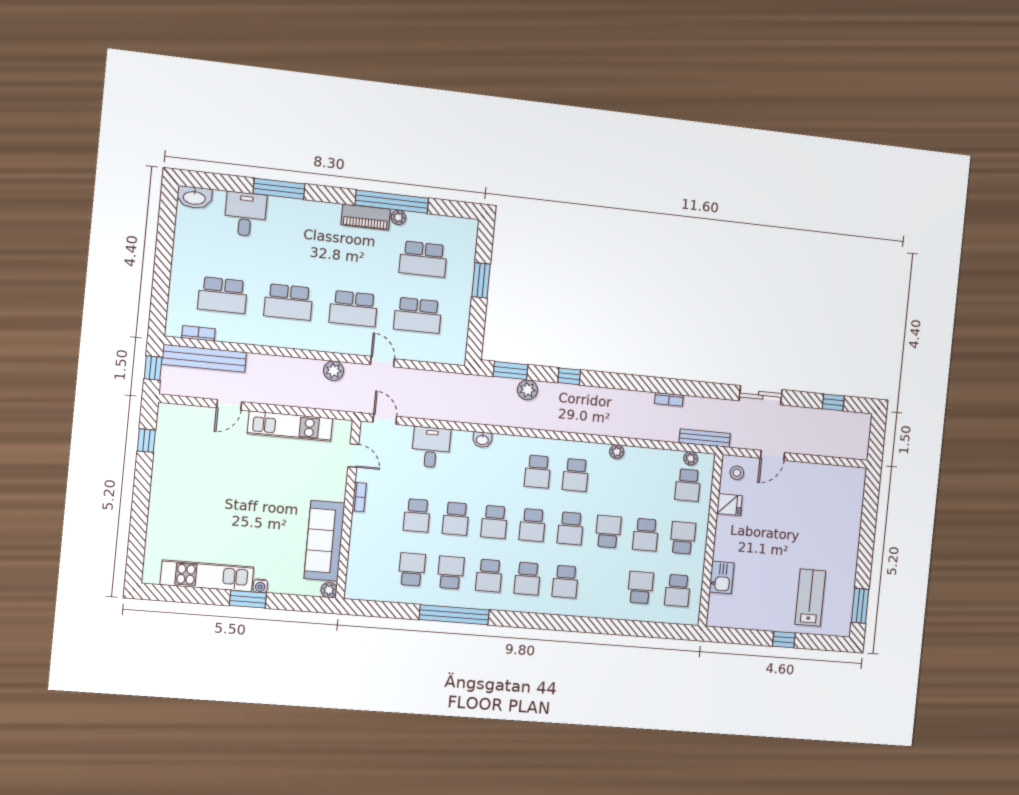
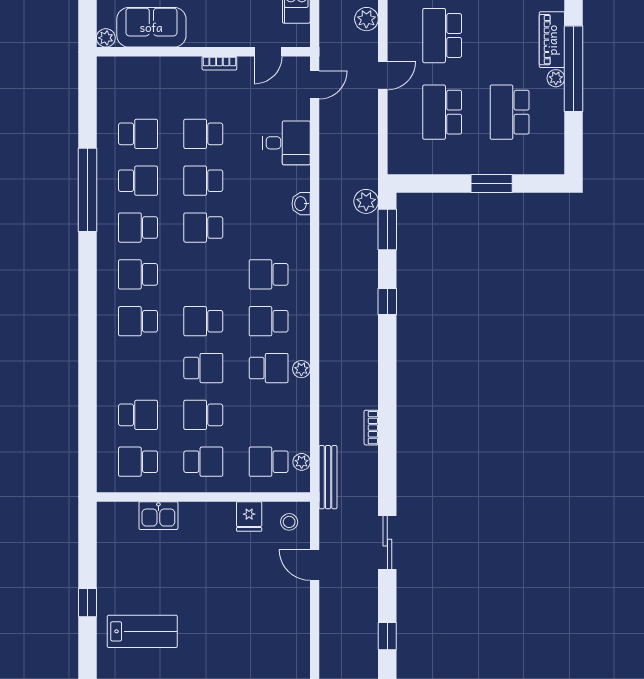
plant: (527, 390) -> (366, 201), moved
school desk: (532, 525) -> (269, 368), moved, turned 180
sofa: (324, 541) -> (151, 27), width x0.73

